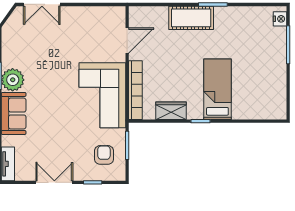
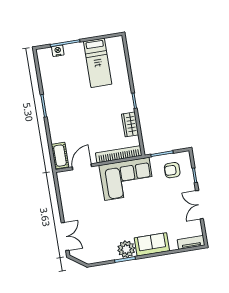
cot: (191, 18) -> (60, 156), moved, width x0.73, depth x0.75
nightstand: (280, 19) -> (58, 51), moved
door: (127, 41) -> (82, 167), hinge flipped
bed: (217, 89) -> (98, 63), moved, turned -90

